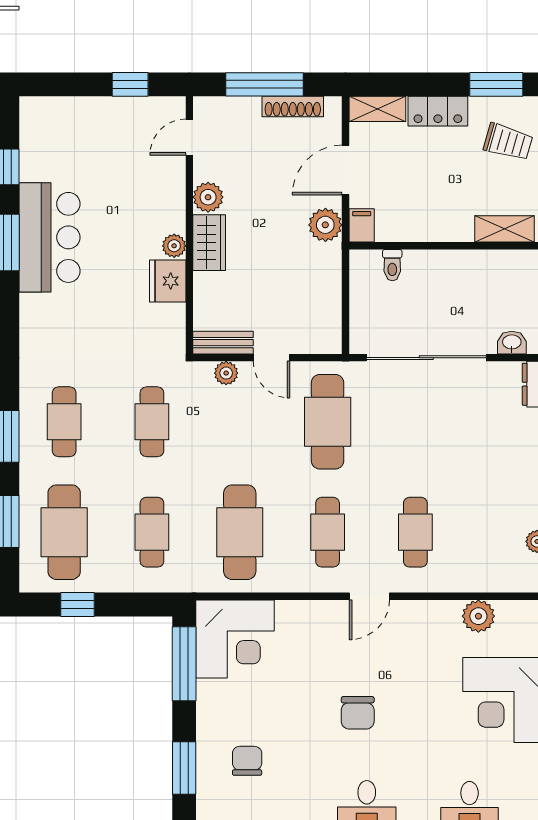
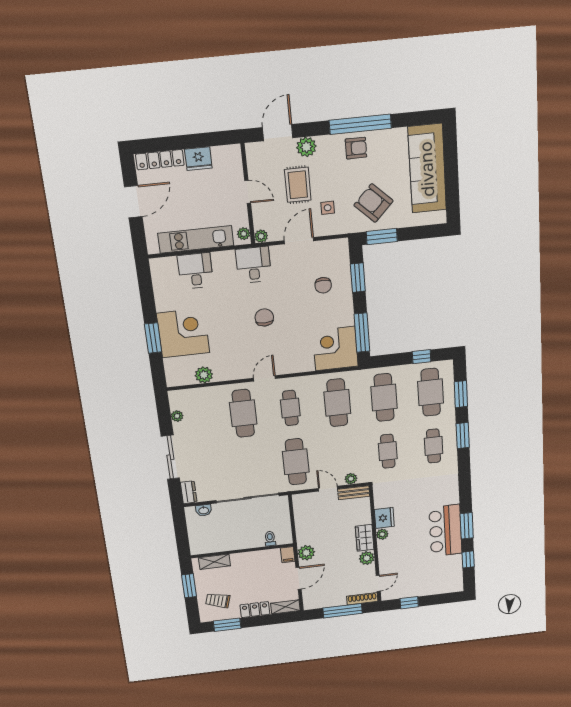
shoe rack: (293, 107) -> (362, 599), moved
cafe table: (152, 532) -> (384, 397), width x1.37, depth x1.35
cafe table: (415, 532) -> (243, 413), width x1.37, depth x1.35

